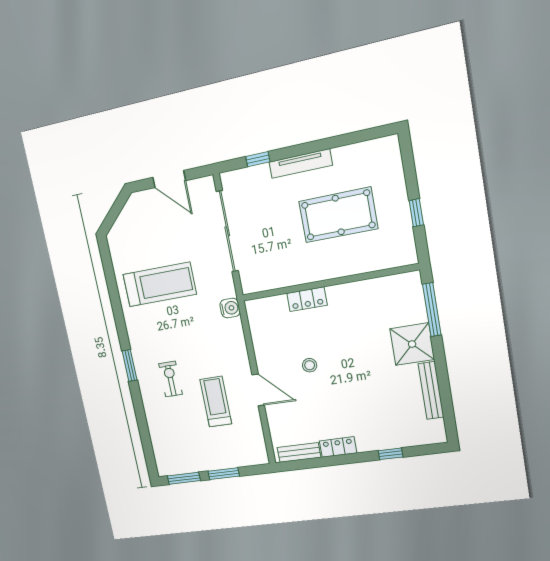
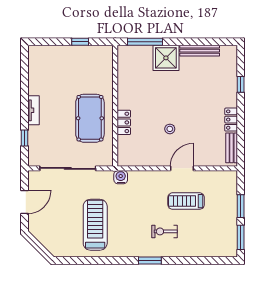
tv unit: (301, 164) -> (33, 110), width x0.71
pool table: (338, 215) -> (90, 118), moved

